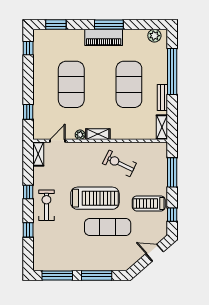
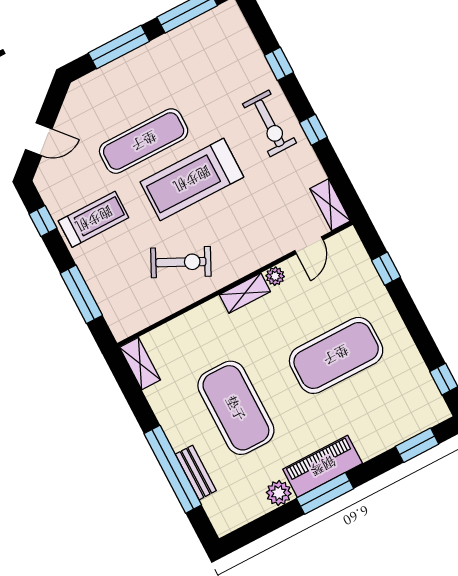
plant: (154, 36) -> (279, 493), moved
exercise mat: (71, 84) -> (336, 355), turned 90
bench: (162, 97) -> (196, 472), moved

